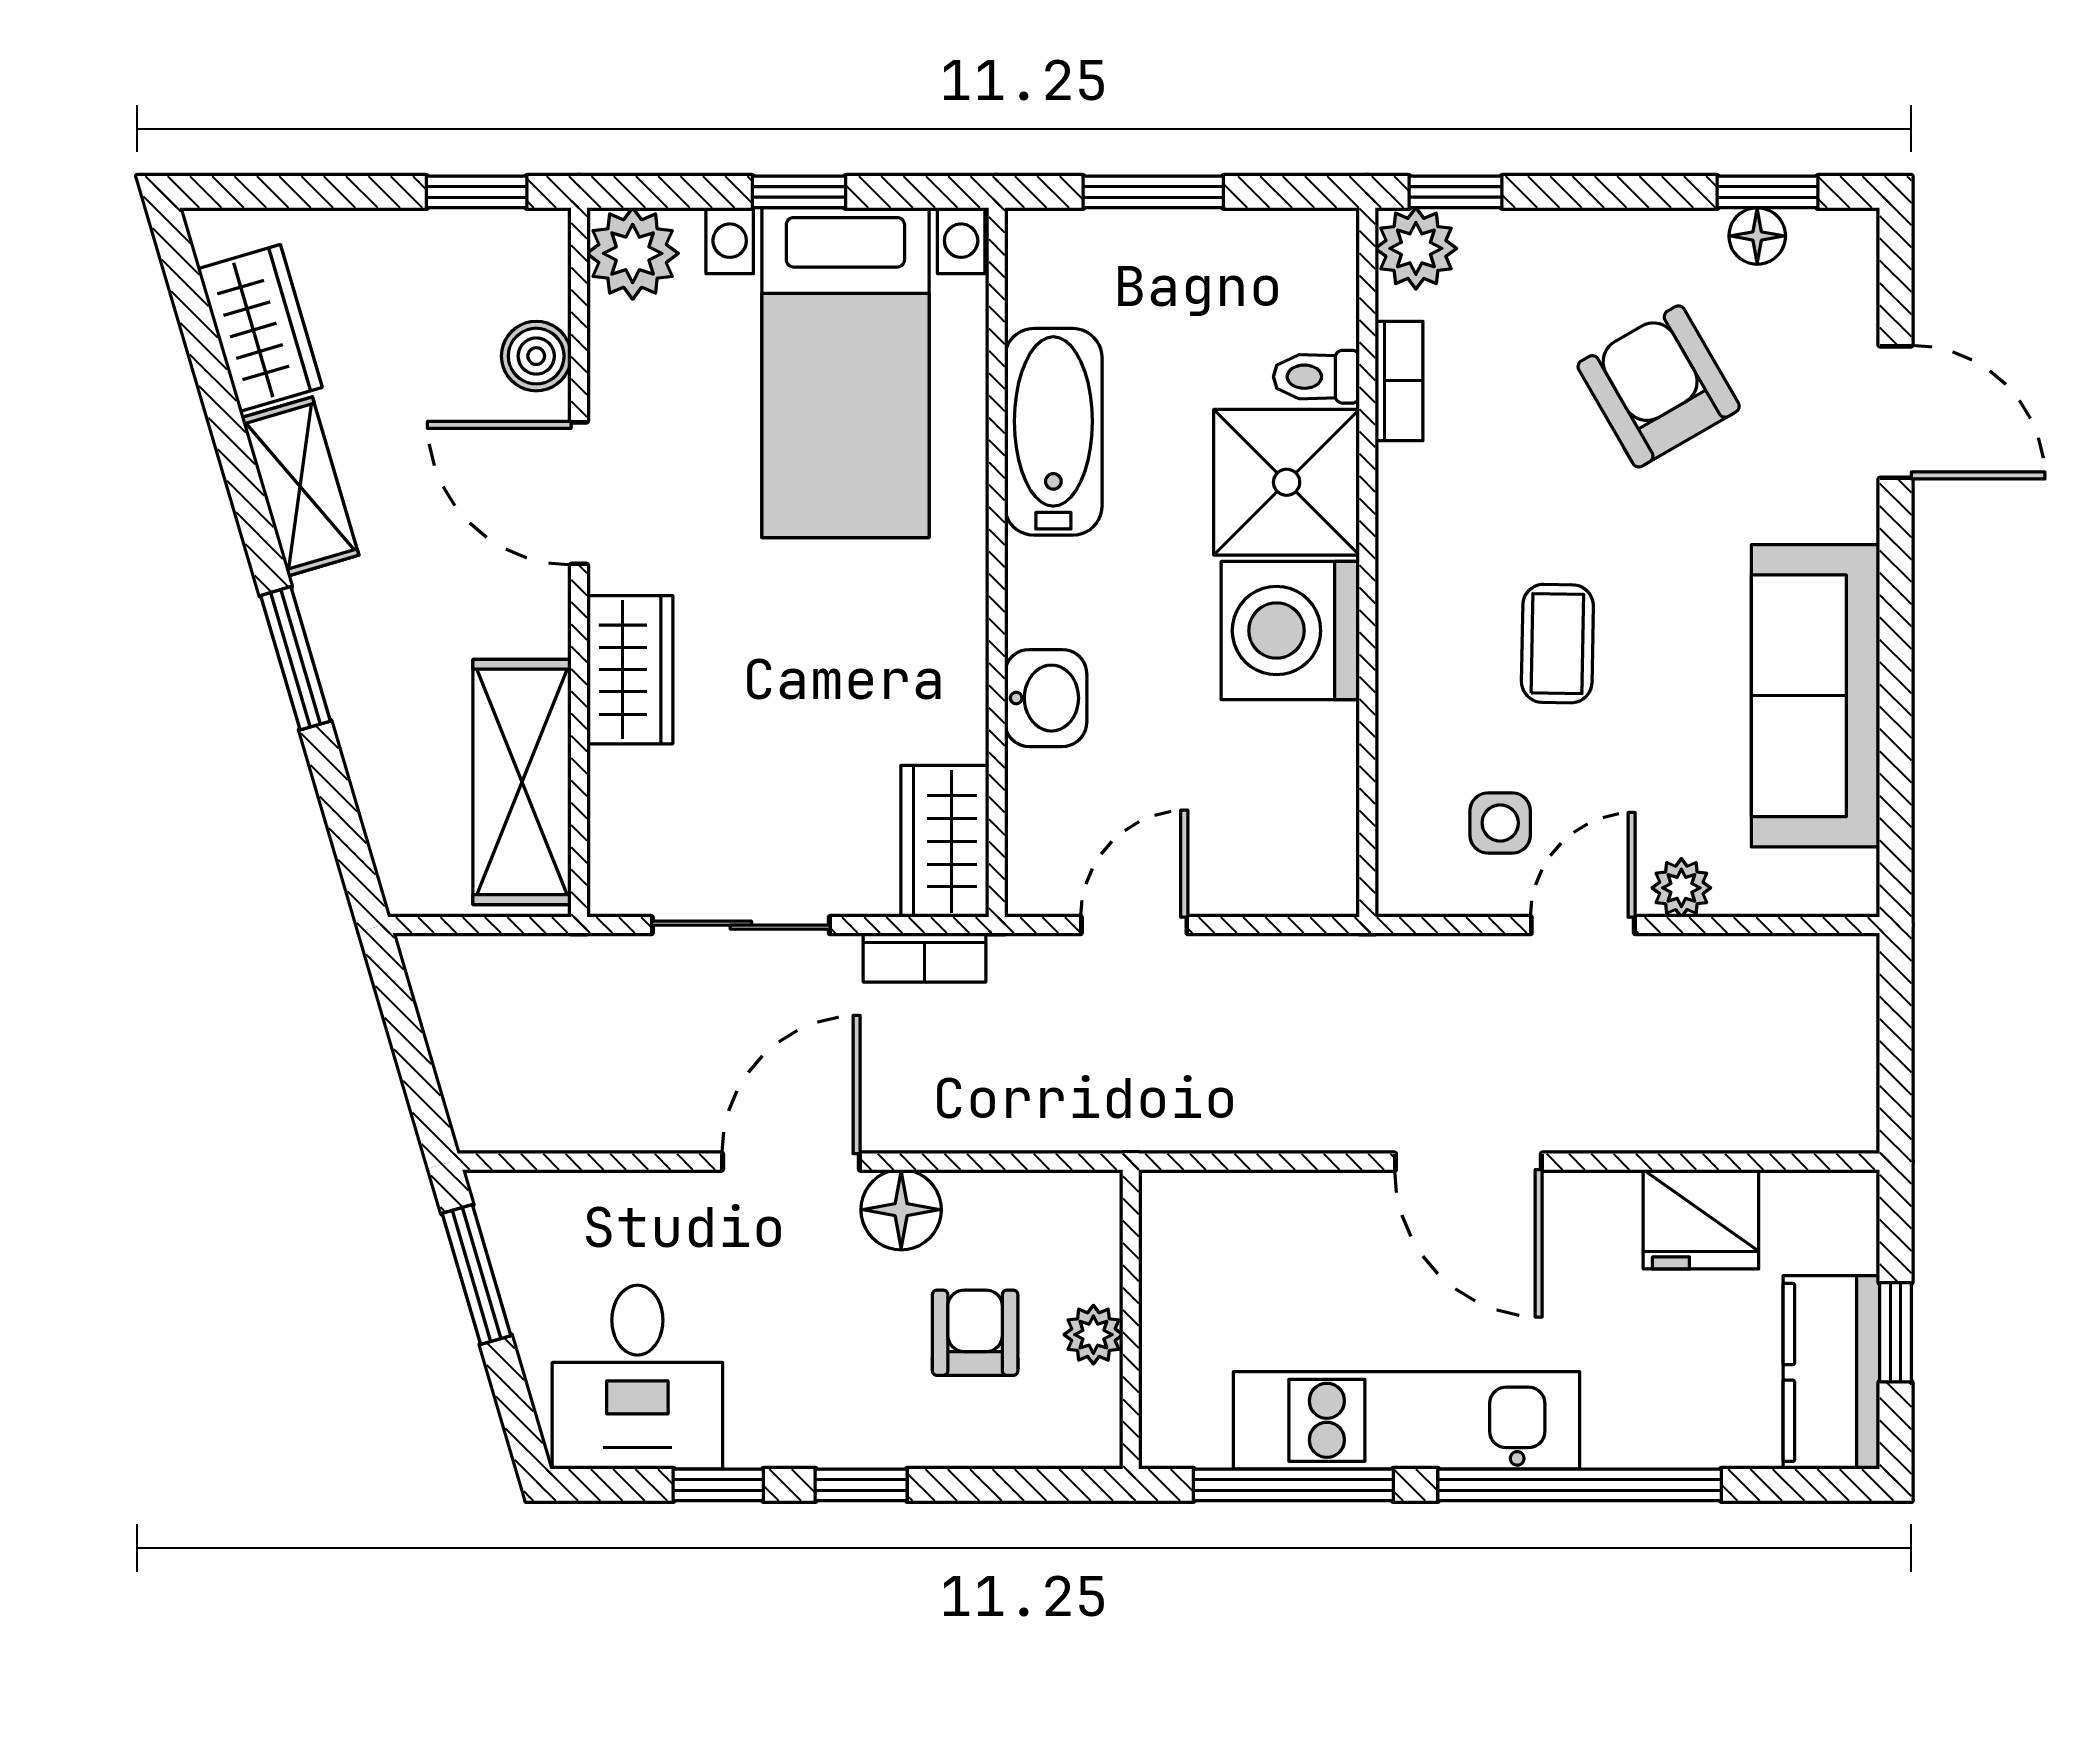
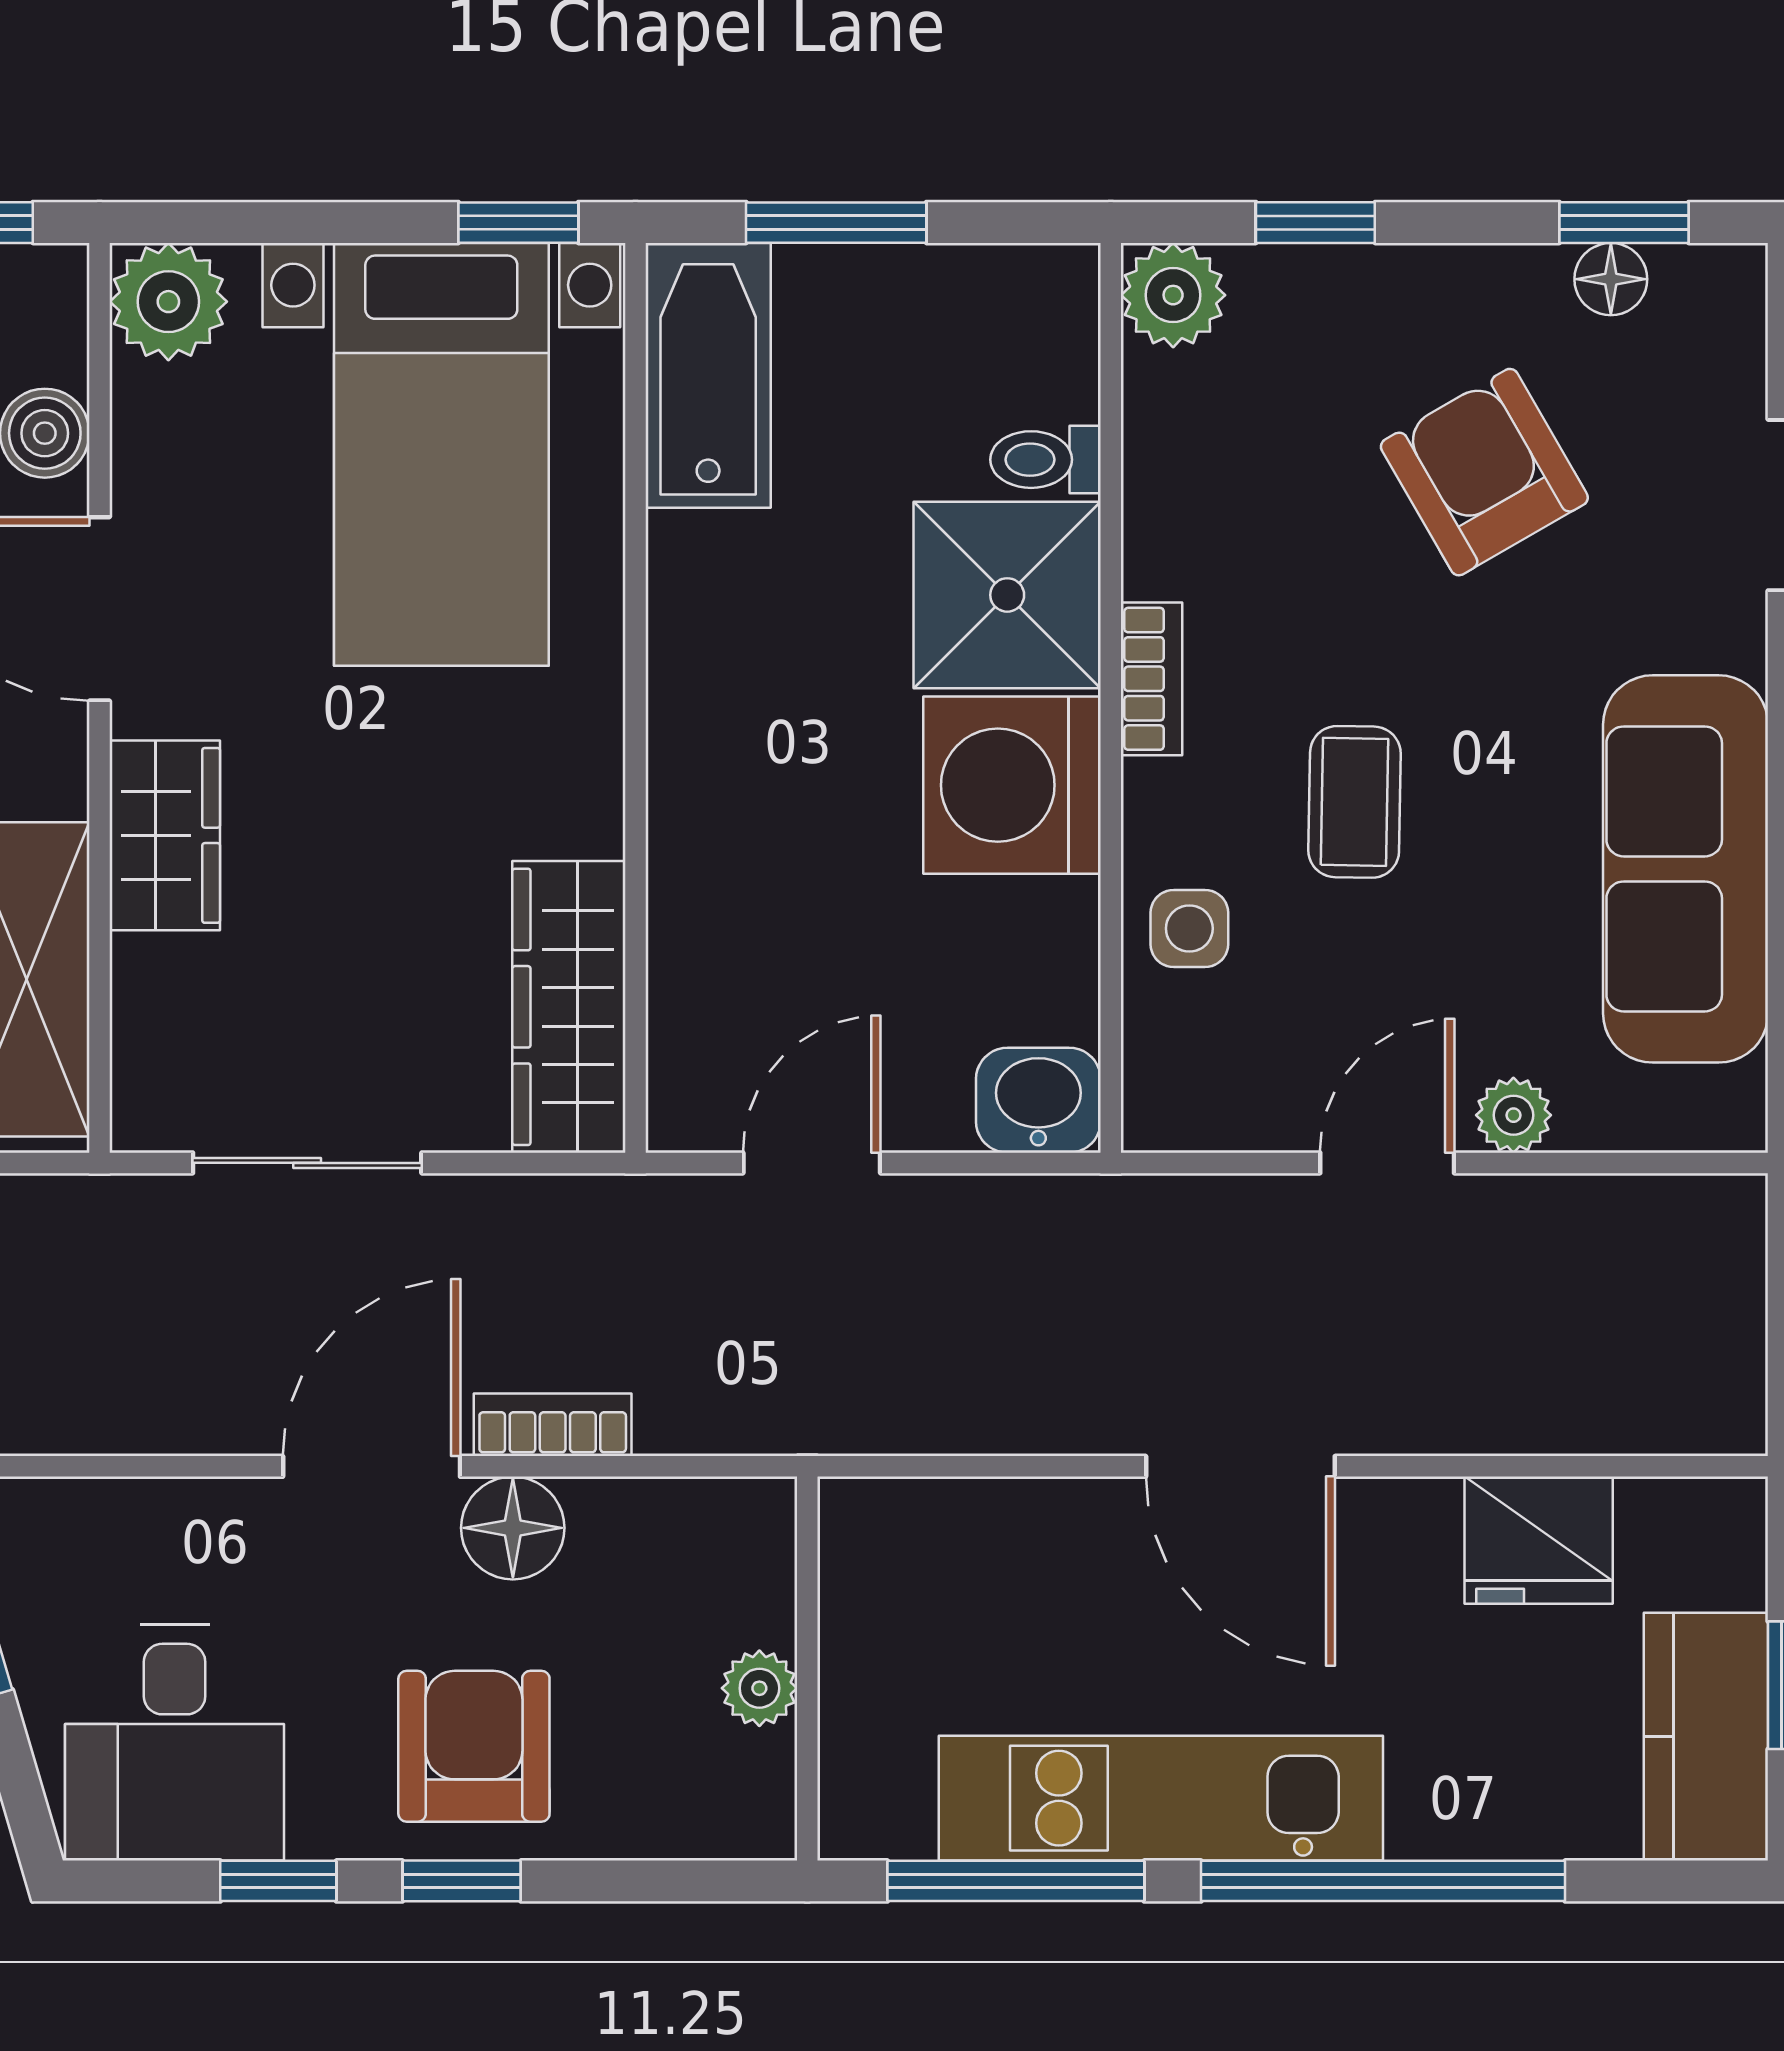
window: (799, 192) -> (518, 223), moved
window: (1456, 192) -> (1315, 223), moved
bookcase: (1399, 381) -> (1151, 679), moved
bathtub: (1053, 432) -> (708, 375), moved
washbasin: (1046, 698) -> (1038, 1100), moved, turned -90
side table: (1500, 823) -> (1189, 928), moved
wardrobe: (945, 841) -> (569, 1007), width x1.50
bookcase: (924, 958) -> (553, 1425), moved, turned 180
armchair: (975, 1333) -> (474, 1746), moved, width x1.38, depth x1.38

